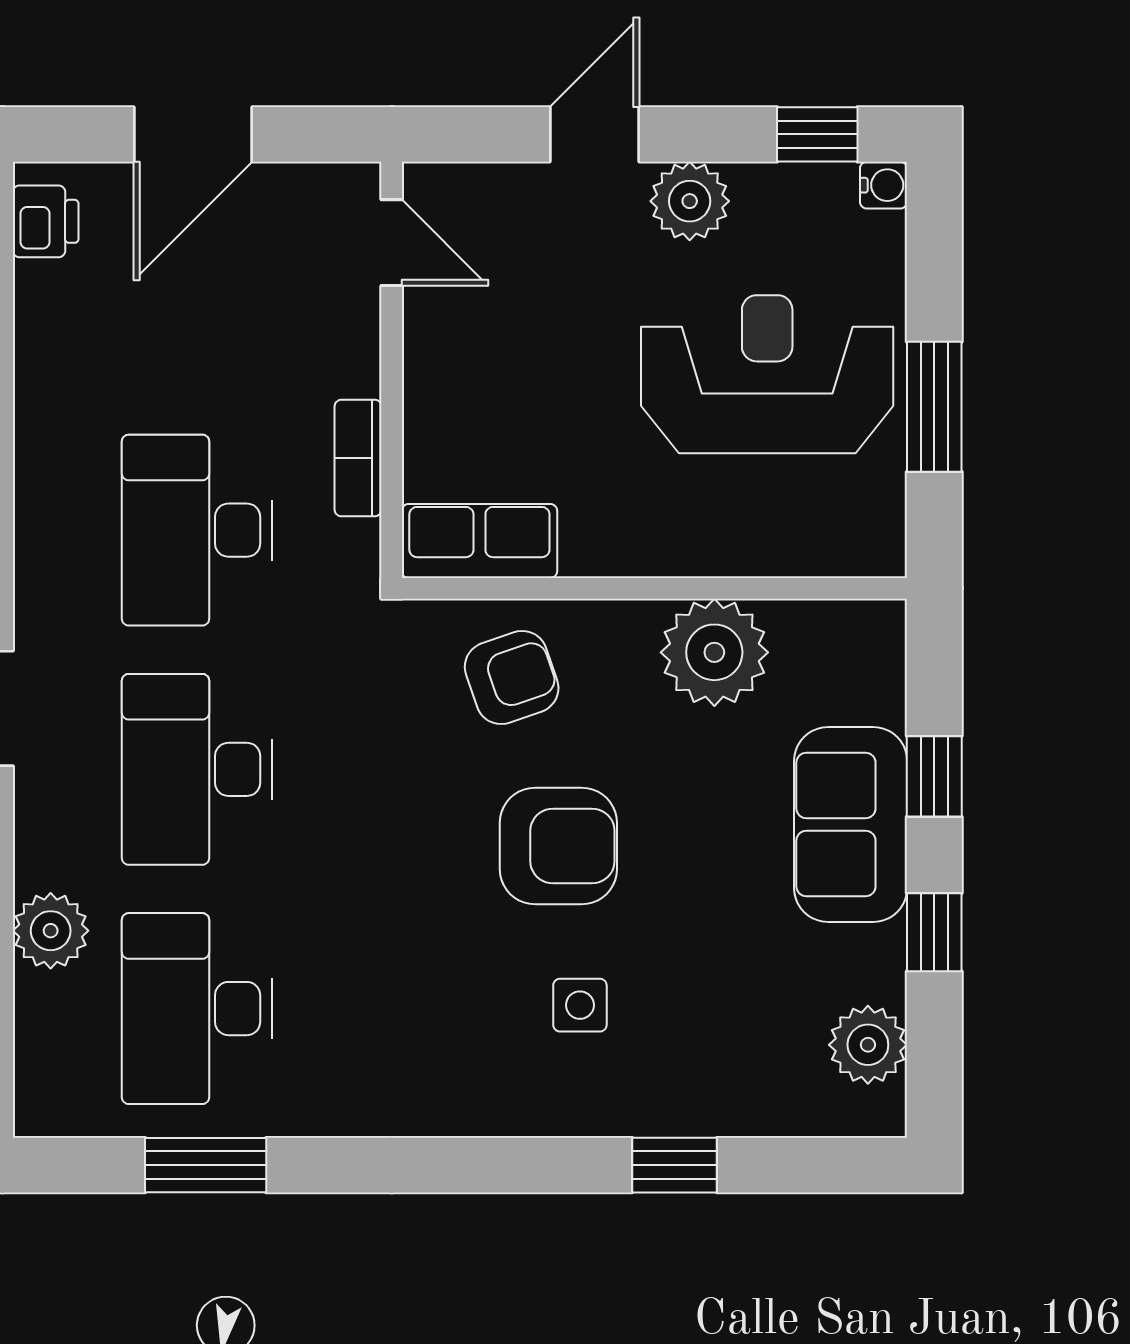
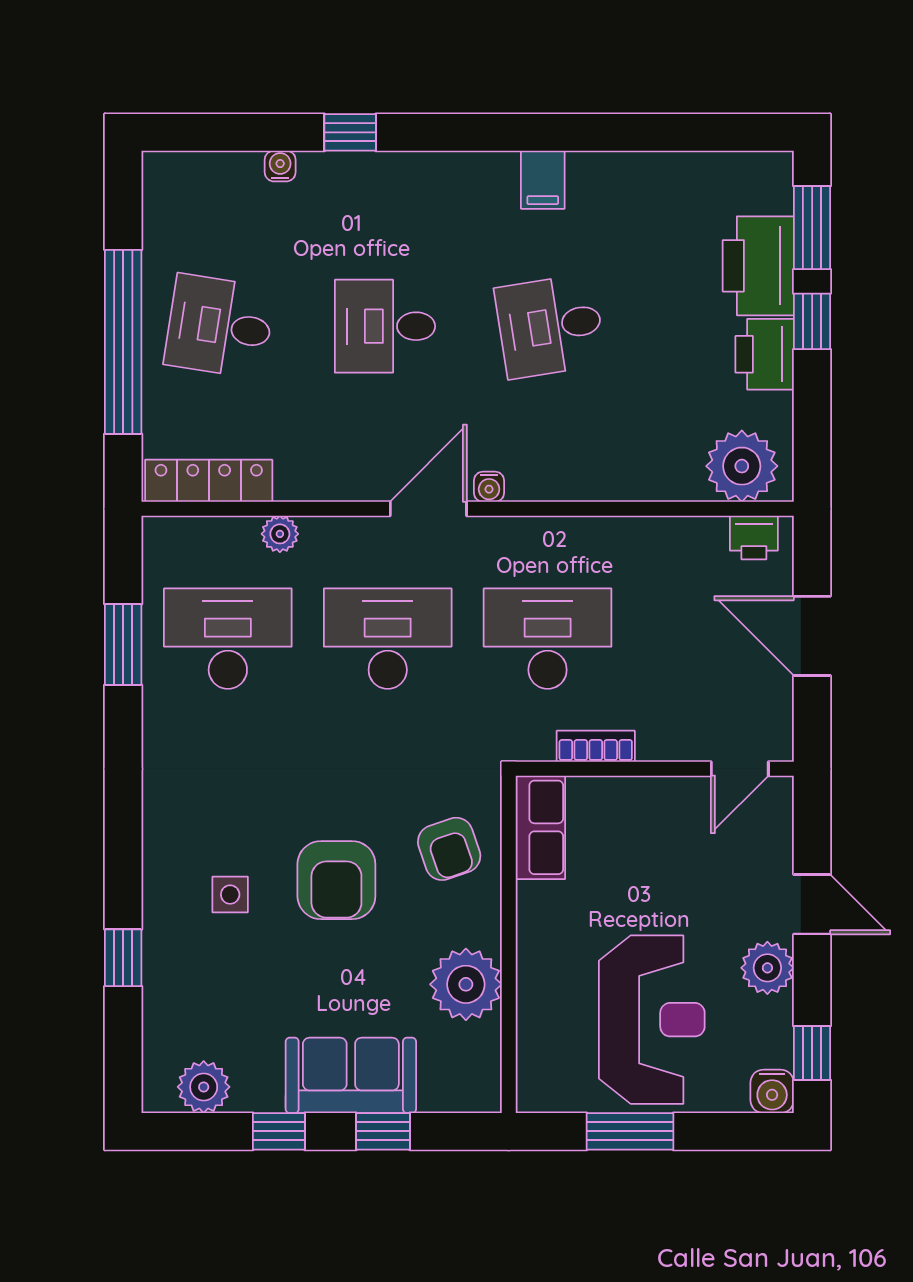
water cooler: (883, 185) -> (772, 1091), width x1.38, depth x1.38
plant: (51, 931) -> (280, 534), width x0.73, depth x0.73

